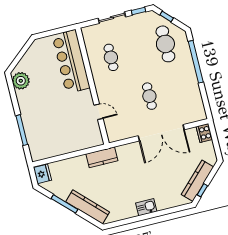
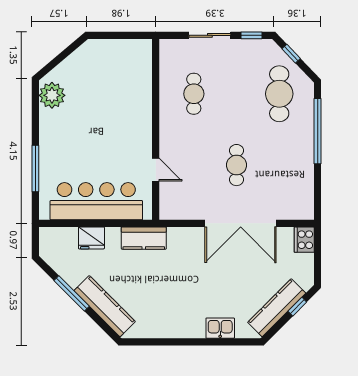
bar counter: (71, 62) -> (96, 201), moved, turned 90
fridge: (42, 174) -> (91, 238), moved, turned 90
window: (202, 190) -> (297, 307), moved
kitchen sink: (146, 207) -> (220, 328), moved

